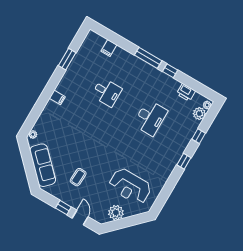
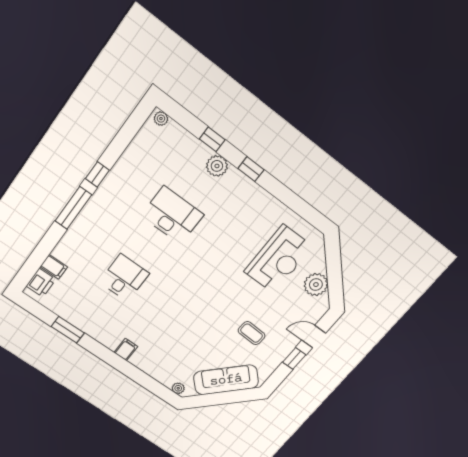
printer: (186, 92) -> (41, 283), moved
plant: (199, 114) -> (217, 166), moved

